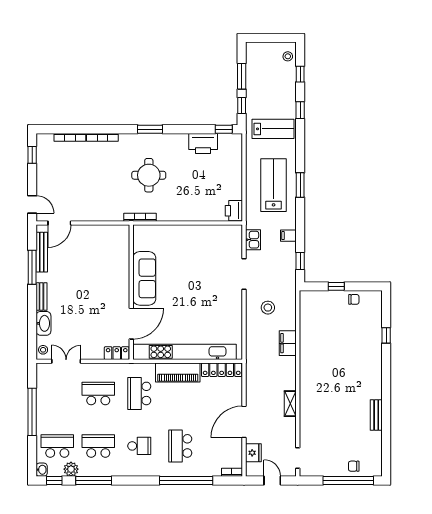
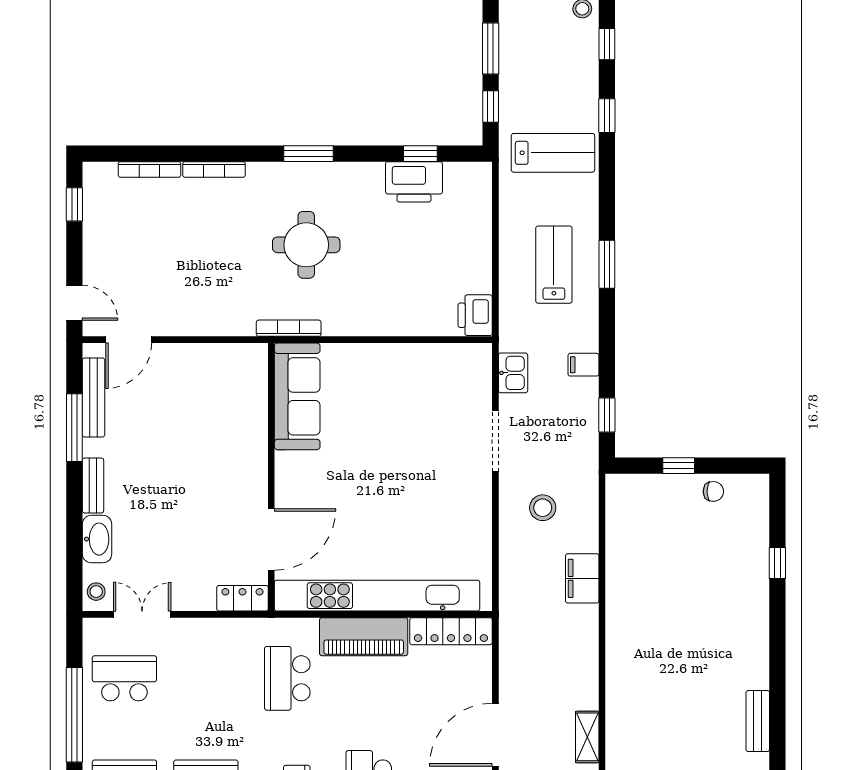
window: (224, 129) -> (420, 154), moved
lab bench: (274, 185) -> (554, 265), width x0.73, depth x0.72
sofa: (144, 278) -> (297, 396), moved
school desk: (98, 393) -> (124, 678), moved
shelving: (290, 404) -> (587, 737), moved

